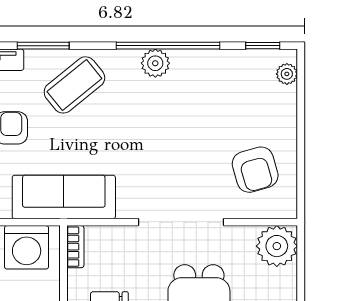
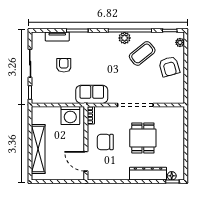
coffee table: (74, 85) -> (142, 53), moved
armchair: (255, 170) -> (169, 67), moved
sofa: (64, 197) -> (92, 94), width x0.73
plant: (277, 246) -> (176, 115), removed

